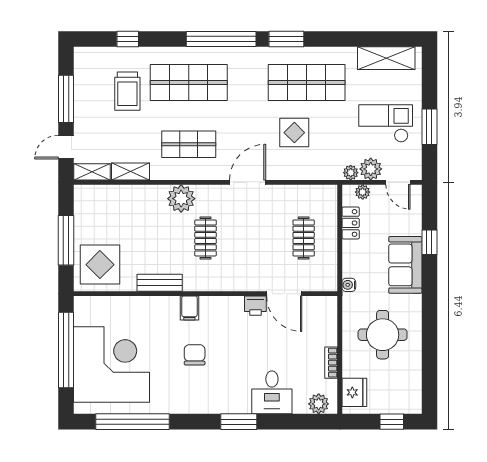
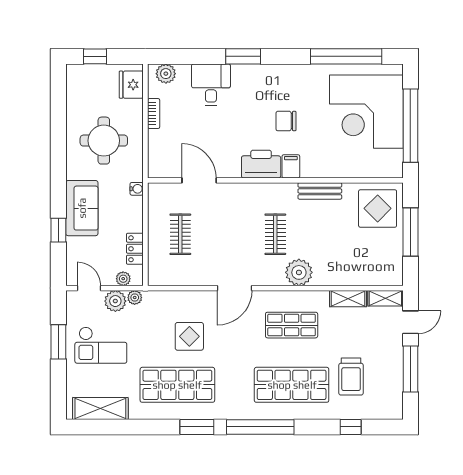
trolley: (127, 91) -> (351, 377), turned 180
printer: (255, 306) -> (261, 164), moved, width x1.87, depth x1.48
chair: (195, 355) -> (286, 121), turned 90

